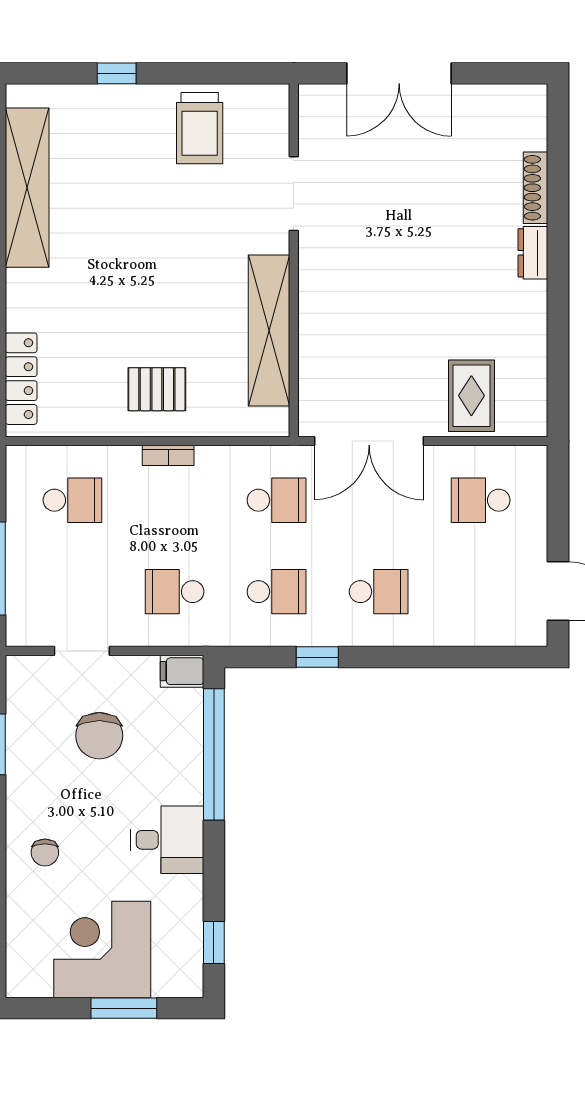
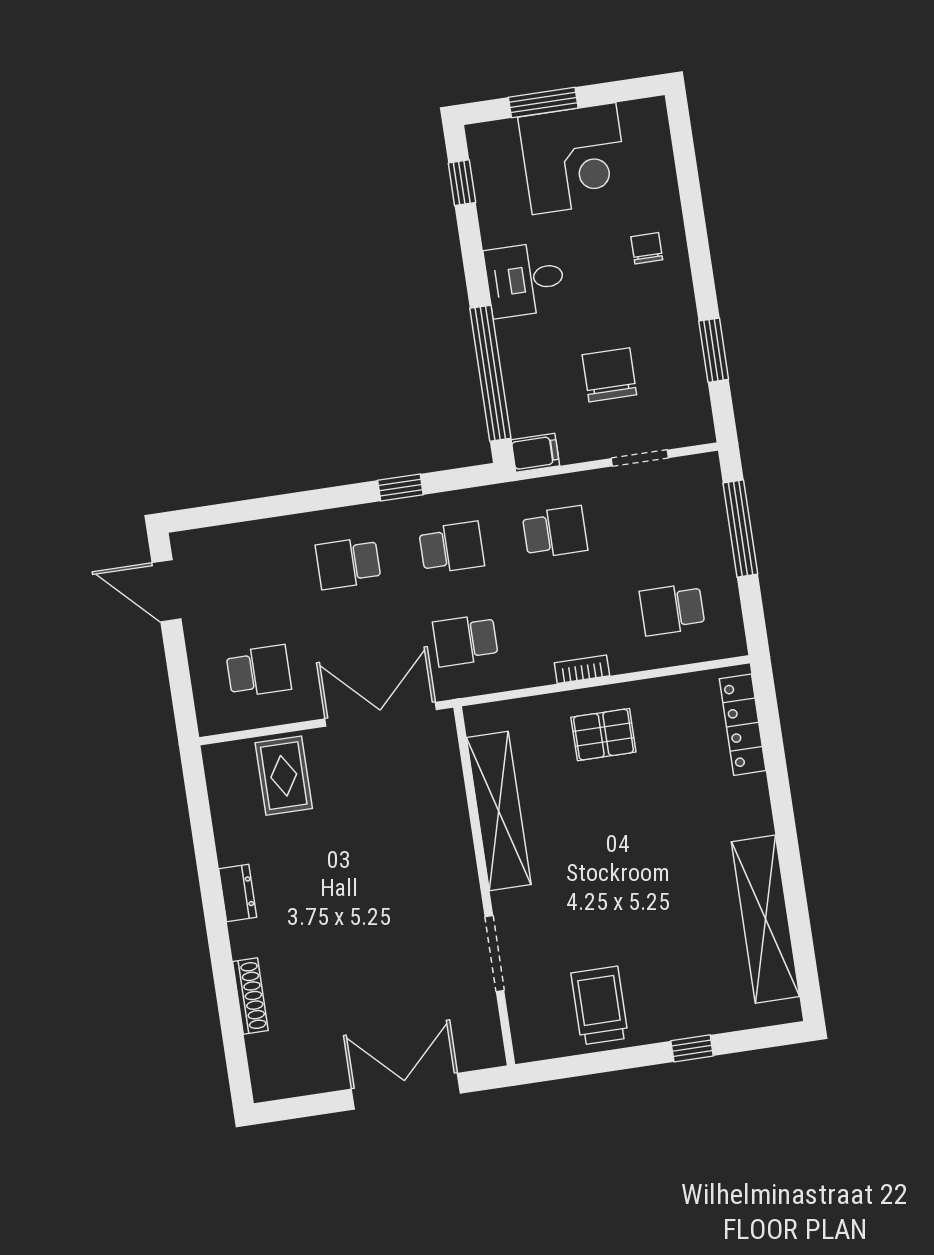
dresser: (533, 253) -> (238, 893), moved
school desk: (277, 592) -> (452, 548), turned 180

